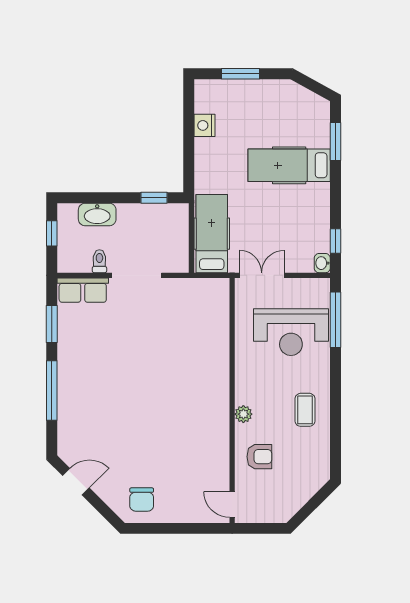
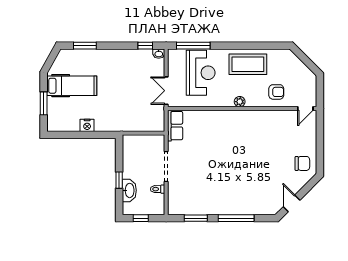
nightstand: (204, 125) -> (87, 125), moved
hospital bed: (289, 165) -> (72, 86), moved, turned -90
window: (154, 198) -> (119, 180), moved
hospital bed: (212, 234) -> (141, 121), removed
row of seats: (83, 290) -> (175, 126), moved
coffee table: (305, 410) -> (248, 64), width x1.86, depth x1.72
plant: (243, 414) -> (240, 102), moved
armchair: (259, 457) -> (276, 92), turned 90

